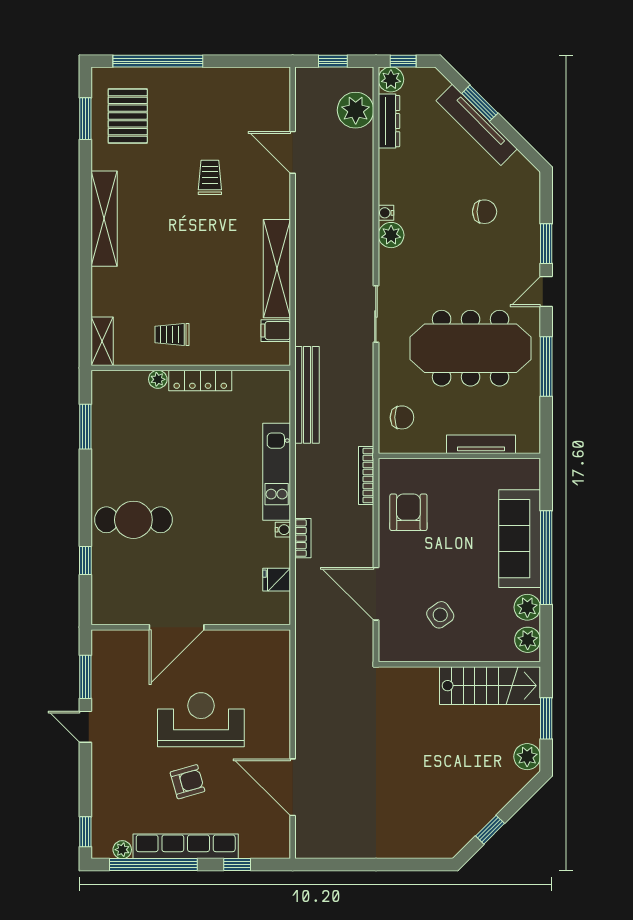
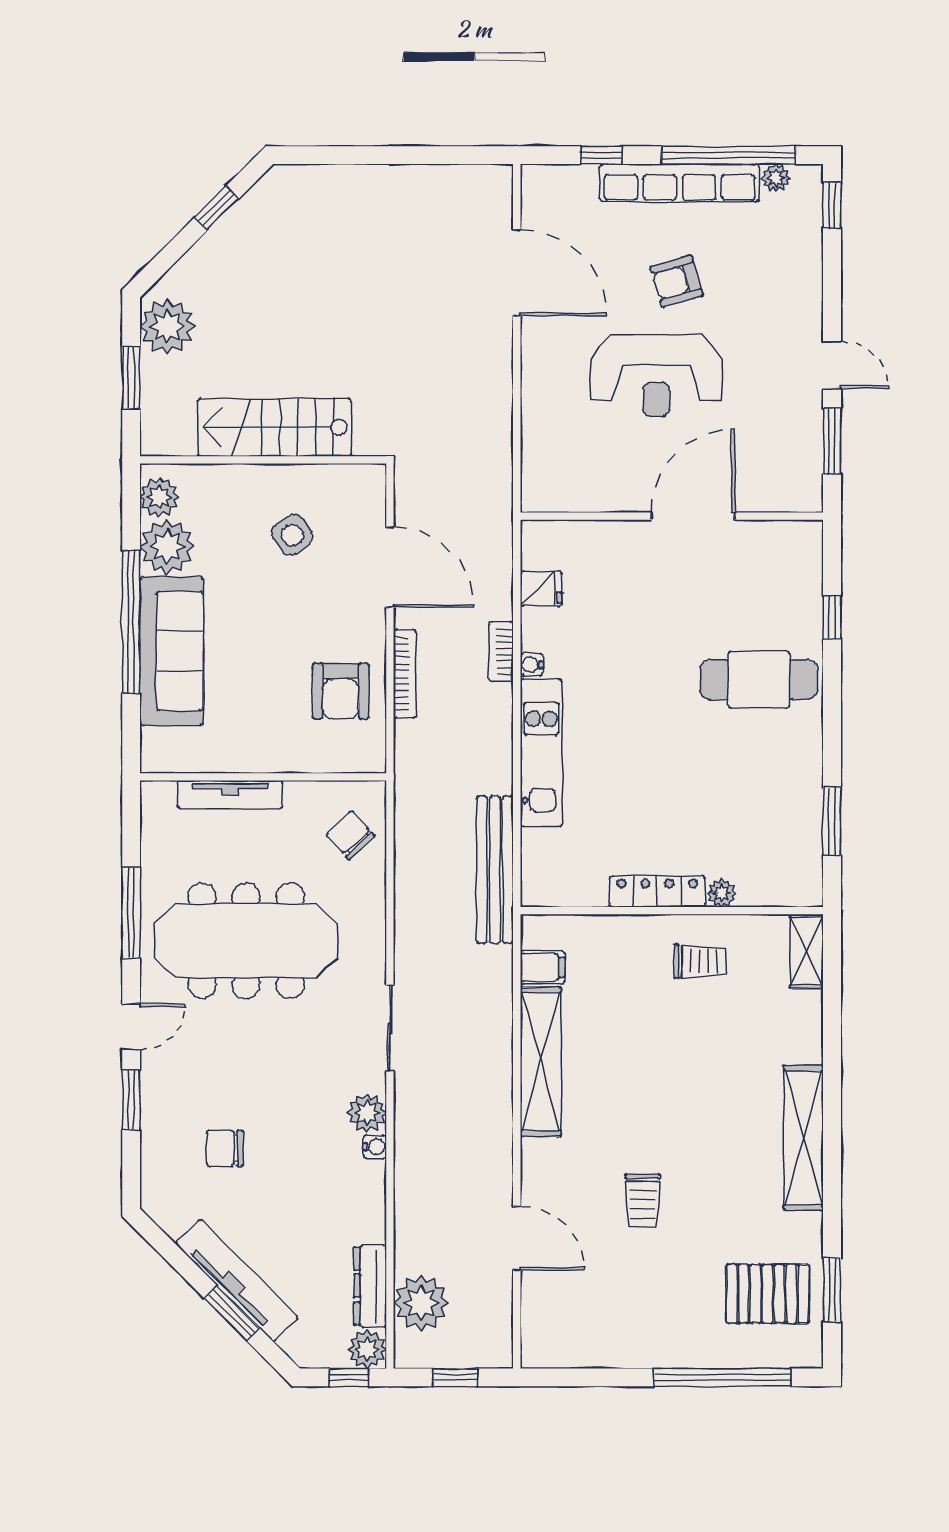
pallet: (128, 116) -> (768, 1294), turned 90
sliding door: (376, 314) -> (390, 1028), moved
chair: (402, 417) -> (350, 835), turned 47
bookcase: (366, 475) -> (405, 674), moved
plant: (527, 607) -> (167, 547), width x1.36, depth x1.36
stairs: (490, 686) -> (274, 427), moved
plant: (527, 757) -> (167, 327), width x1.36, depth x1.36

